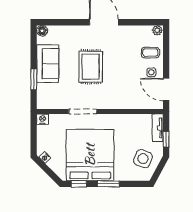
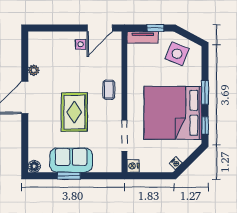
plant: (157, 30) -> (34, 70), moved
coffee table: (150, 53) -> (109, 90), moved
rug: (91, 67) -> (74, 112), turned 90
window: (34, 79) -> (69, 176), moved
doorway: (83, 112) -> (124, 136), moved

